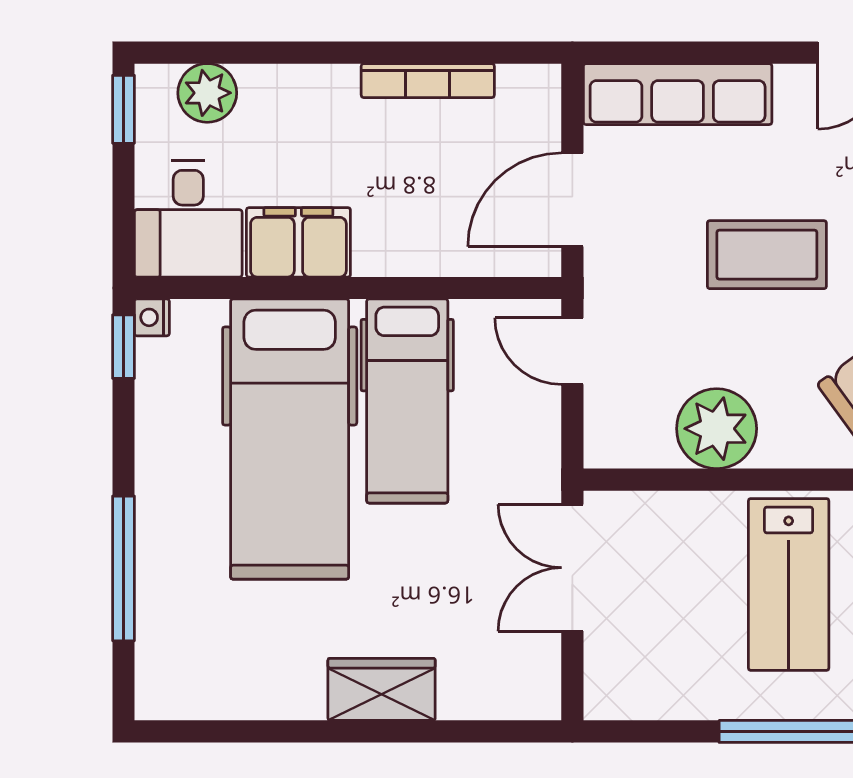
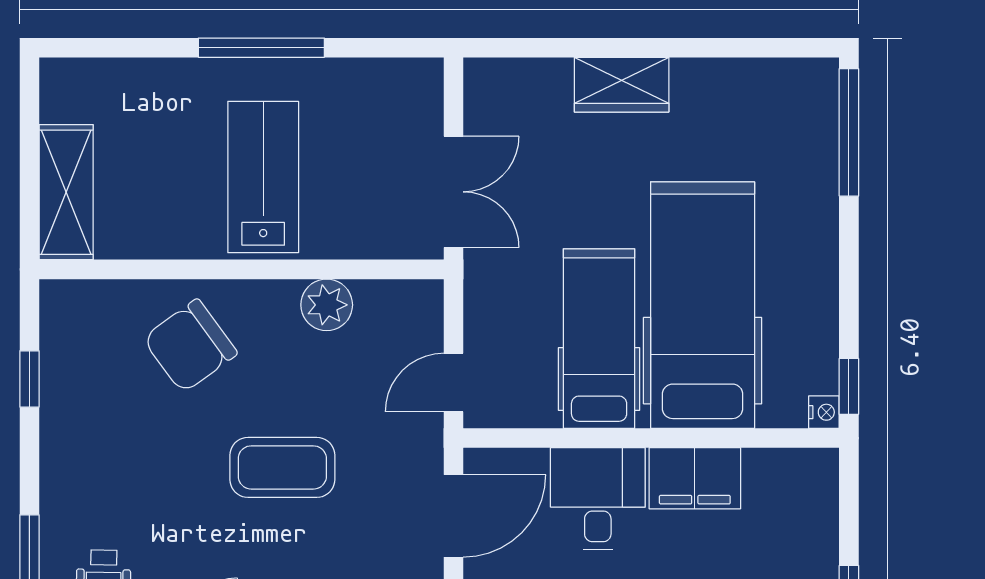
desk: (188, 219) -> (598, 499), moved
door: (572, 351) -> (454, 383), swing flipped
plant: (717, 429) -> (327, 305), width x0.73, depth x0.73
window: (123, 568) -> (849, 132), moved

